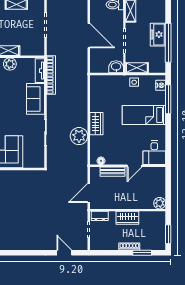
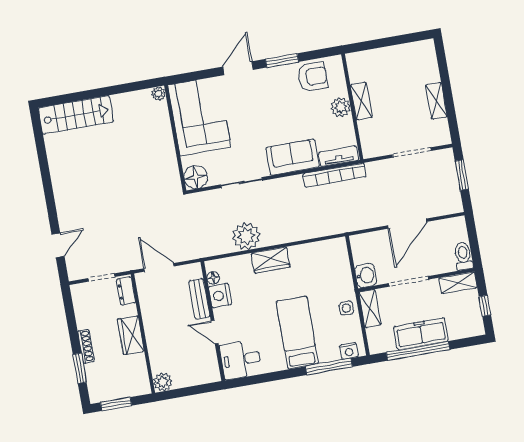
freezer: (158, 35) -> (421, 334), width x1.40
nightstand: (113, 158) -> (220, 296), added
floor lamp: (37, 161) -> (196, 177), added

